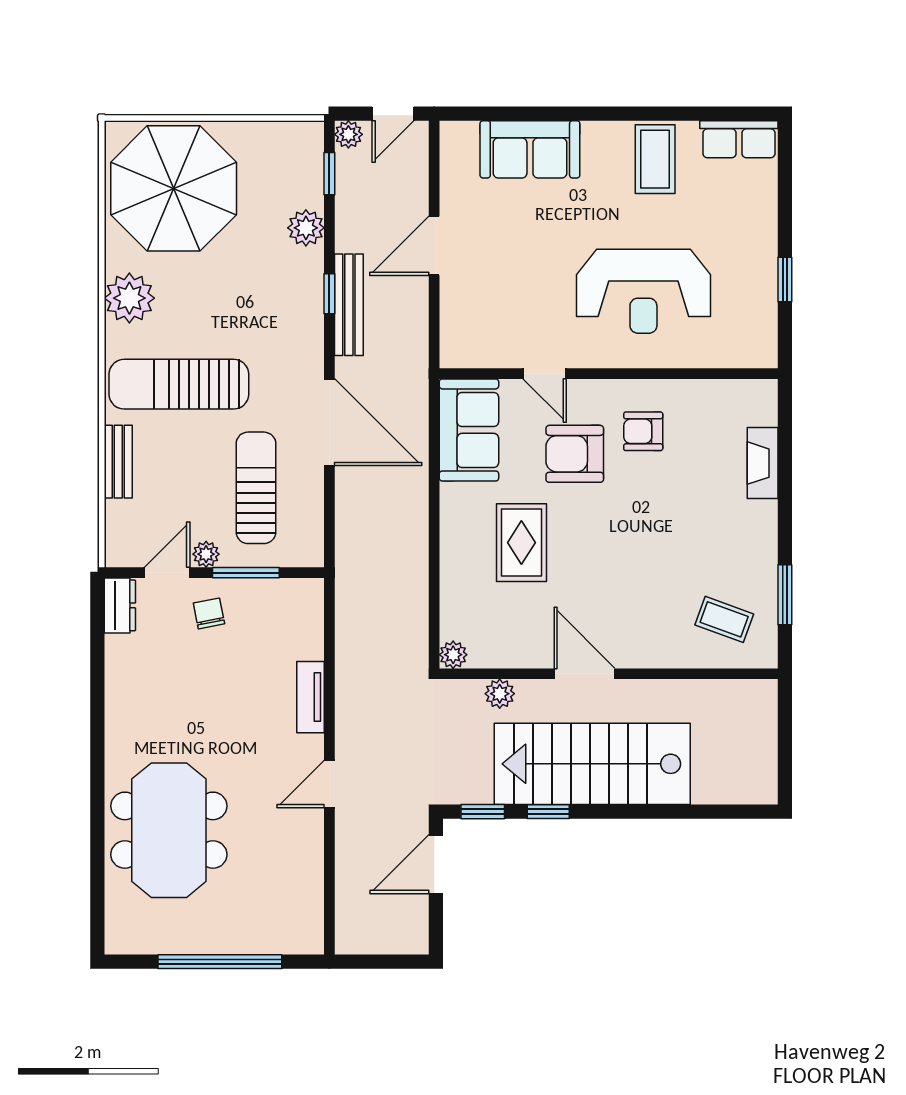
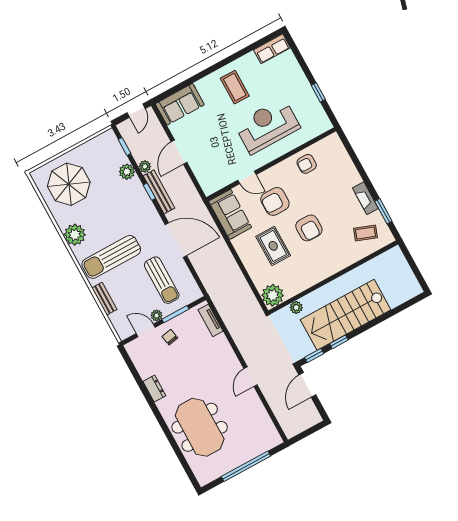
plant: (348, 134) -> (145, 166), moved
sofa: (530, 149) -> (180, 104), moved
coffee table: (655, 159) -> (235, 87), moved
parasol: (174, 188) -> (69, 184), width x0.73, depth x0.73
reception desk: (643, 291) -> (267, 126), turned 180
armchair: (643, 431) -> (307, 164), moved
fireplace: (763, 463) -> (365, 198), moved
sun lounger: (256, 488) -> (162, 280), turned 180
armchair: (614, 546) -> (309, 228), added
door: (167, 573) -> (146, 330), hinge flipped
dresser: (120, 605) -> (154, 389), moved
plant: (453, 655) -> (273, 295), width x1.87, depth x1.87
door: (585, 674) -> (324, 282), removed
tv unit: (311, 697) -> (211, 320), moved

